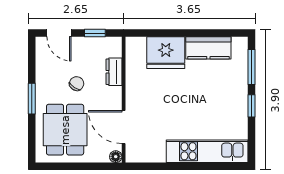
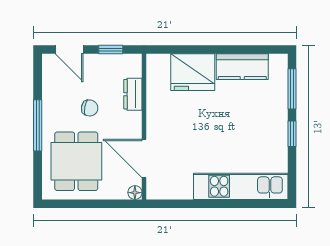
chair: (77, 84) -> (90, 108), turned 67
window: (32, 99) -> (38, 125), width x1.44

